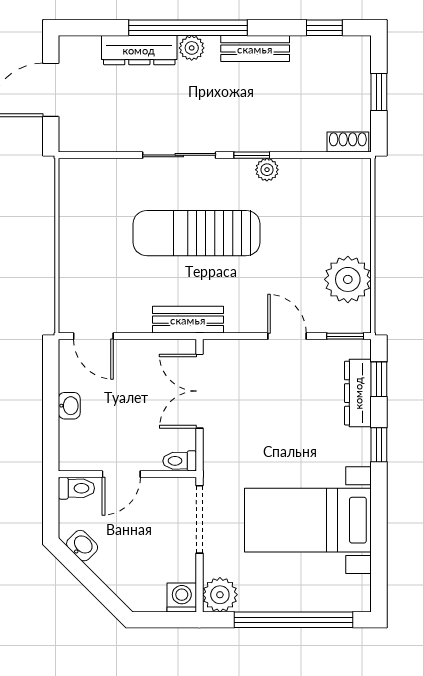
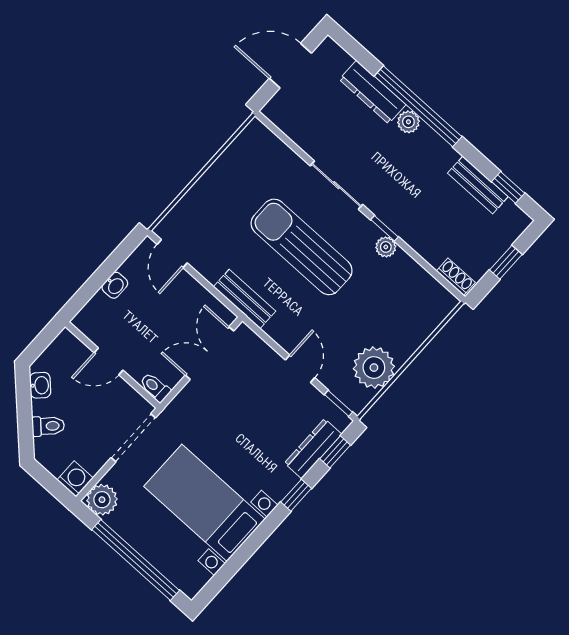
bench: (255, 49) -> (478, 185), moved
toilet: (76, 488) -> (48, 426), moved, turned -45

